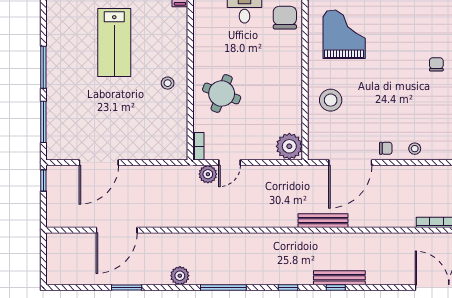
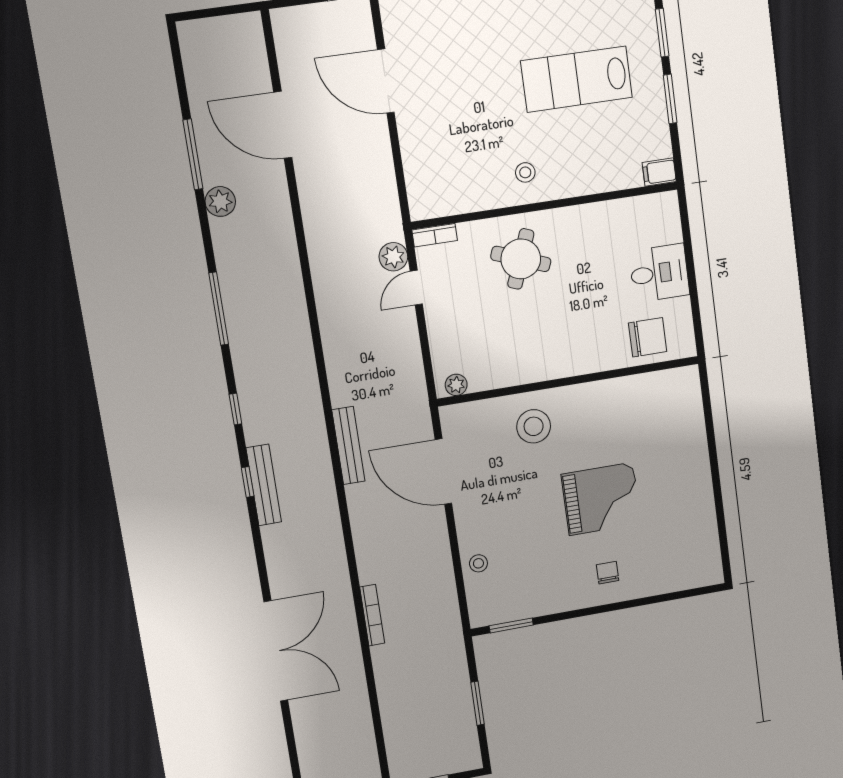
grand piano: (344, 34) -> (601, 499), moved
chair: (436, 64) -> (608, 573), turned -90
plant: (289, 146) -> (456, 385), width x0.53, depth x0.53
chair: (386, 148) -> (473, 521), removed
door: (230, 163) -> (416, 288), hinge flipped
plant: (180, 276) -> (220, 202), moved
window: (127, 288) -> (193, 154), width x1.44

